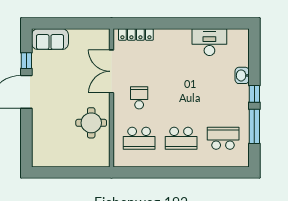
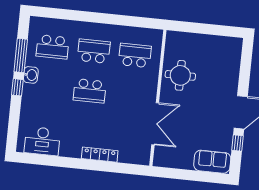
locker: (136, 35) -> (100, 155), moved
desk: (209, 42) -> (42, 141), moved
washbasin: (242, 75) -> (31, 75), moved
school desk: (139, 98) -> (90, 91), moved, width x1.85

